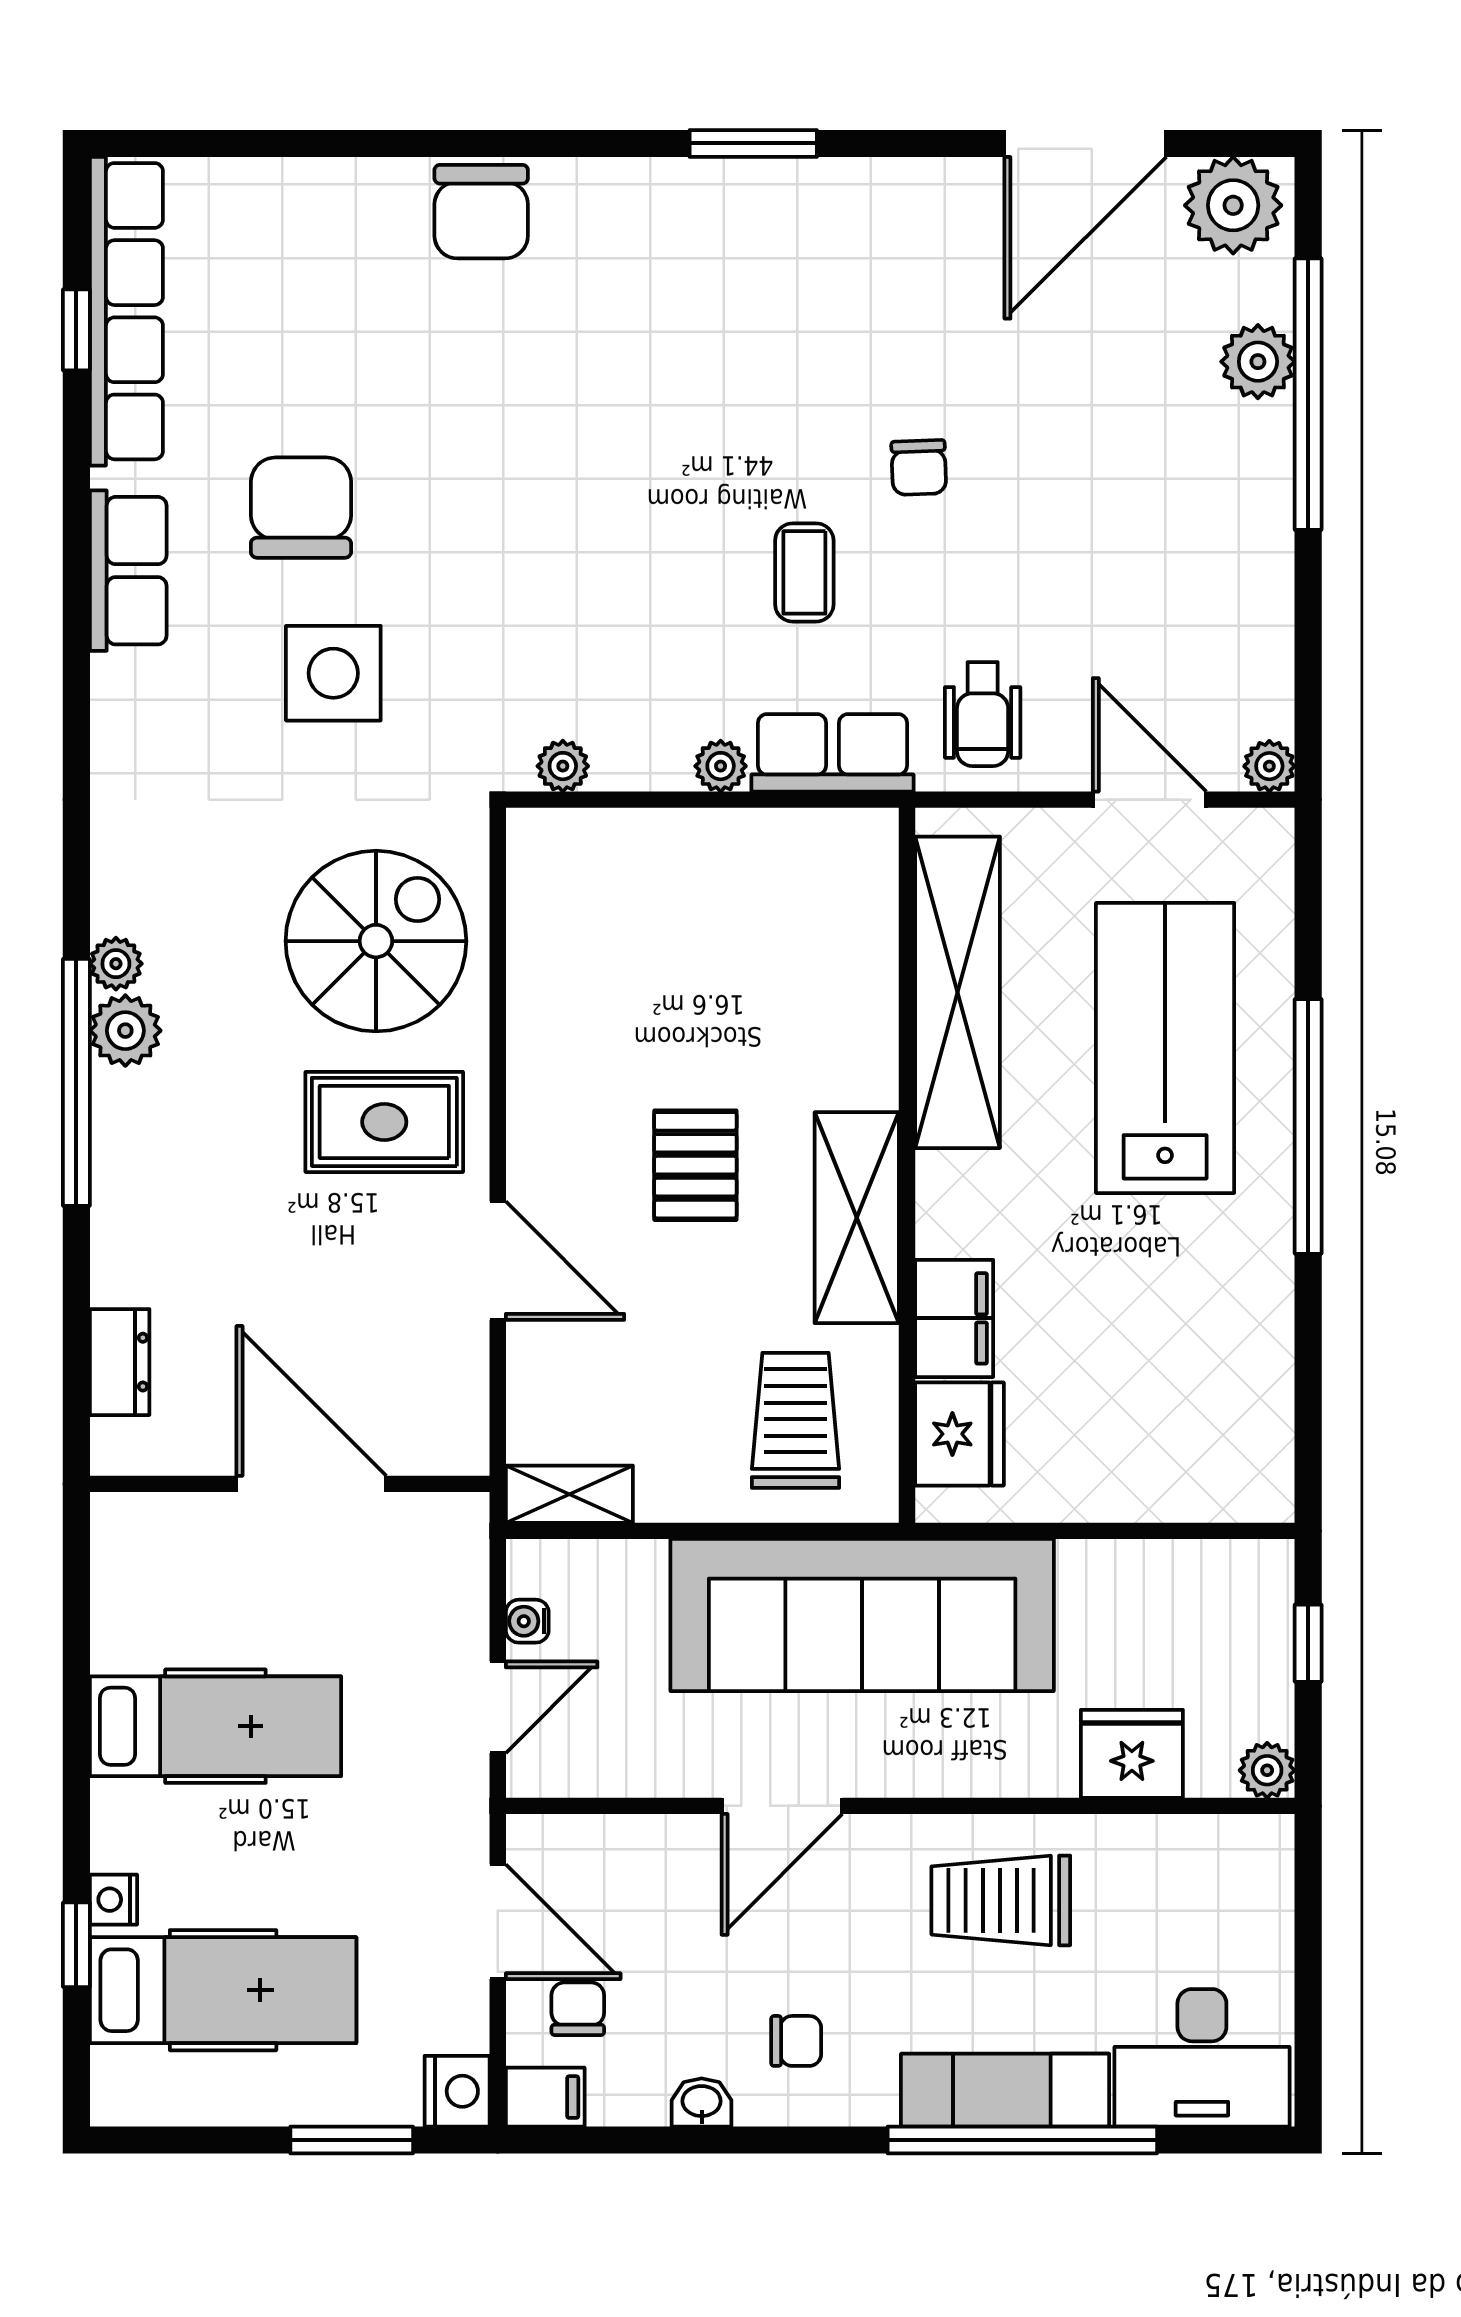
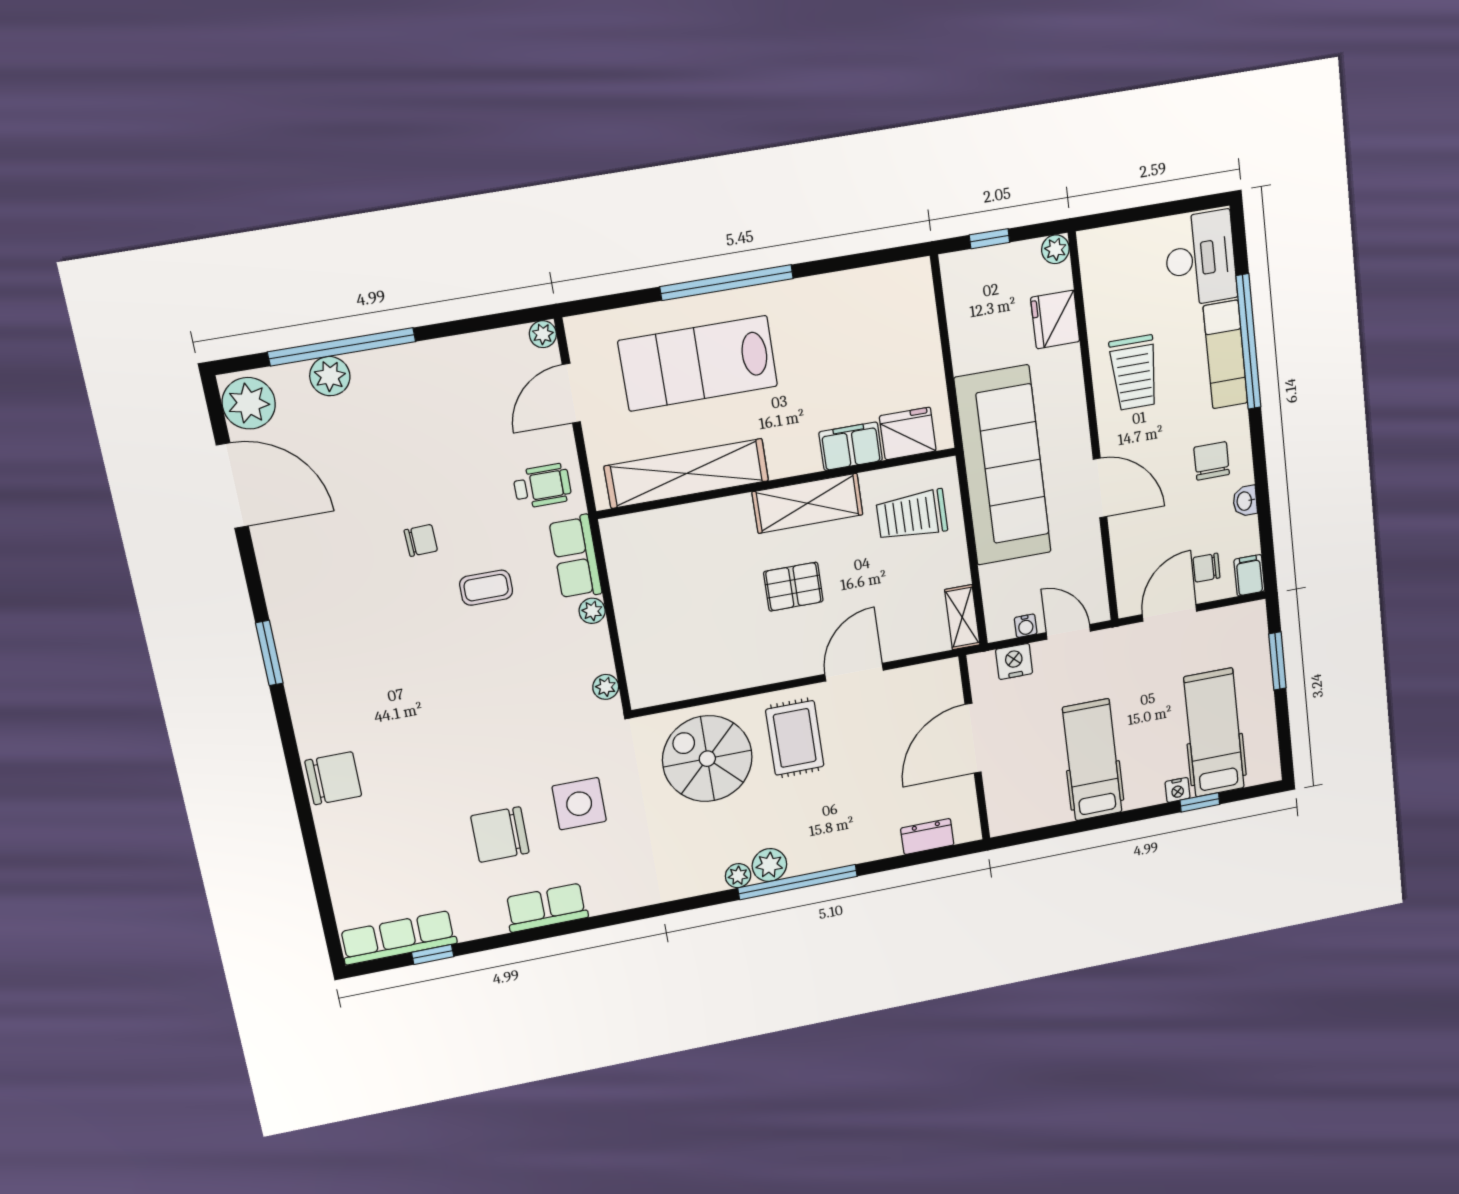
row of seats: (126, 311) -> (398, 938), width x0.73
chair: (796, 2041) -> (1212, 461), width x1.37, depth x1.37
nightstand: (457, 2091) -> (1014, 661), moved

